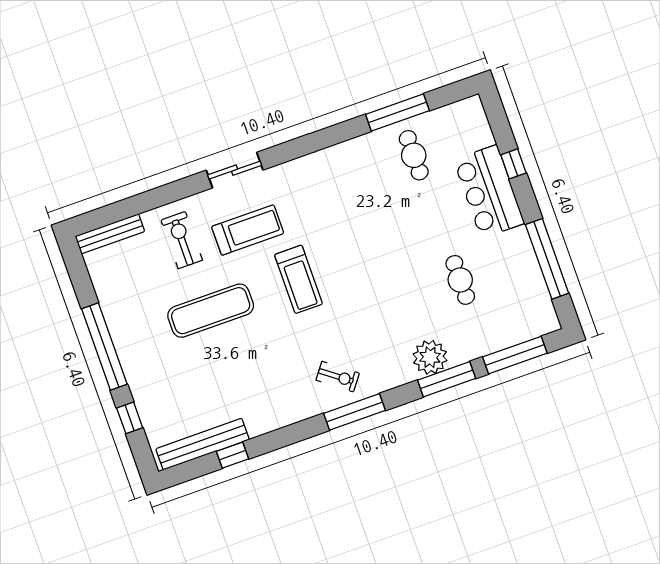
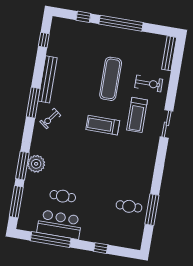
bar counter: (489, 192) -> (59, 225), moved
window: (354, 412) -> (33, 103), moved
bench: (203, 444) -> (48, 79), moved
window: (232, 455) -> (44, 40), moved

